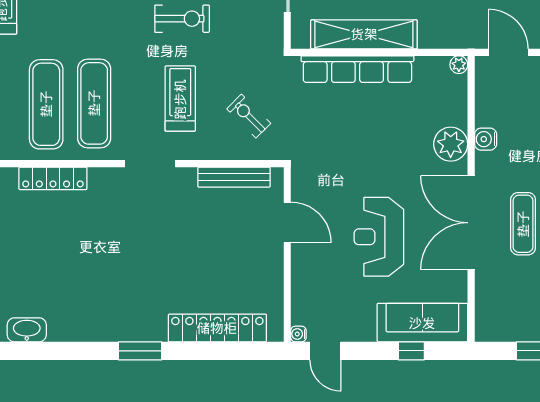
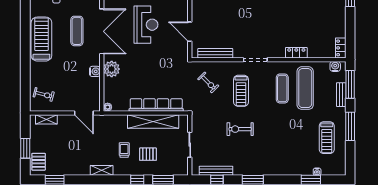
exercise mat: (94, 103) -> (282, 88), width x0.73, depth x0.69
locker: (53, 178) -> (296, 53), width x0.66

